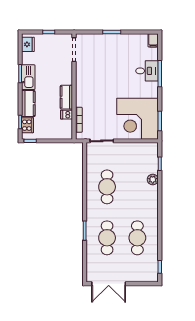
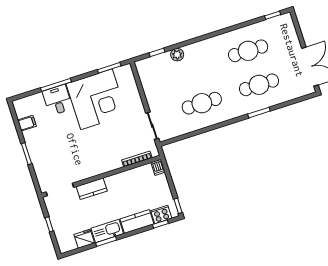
filing cabinet: (153, 40) -> (27, 123), moved
fridge: (28, 44) -> (84, 239), moved
kitchen counter: (66, 97) -> (92, 189), moved
dishwasher: (67, 115) -> (158, 167), moved
corner desk: (138, 119) -> (96, 99), moved

